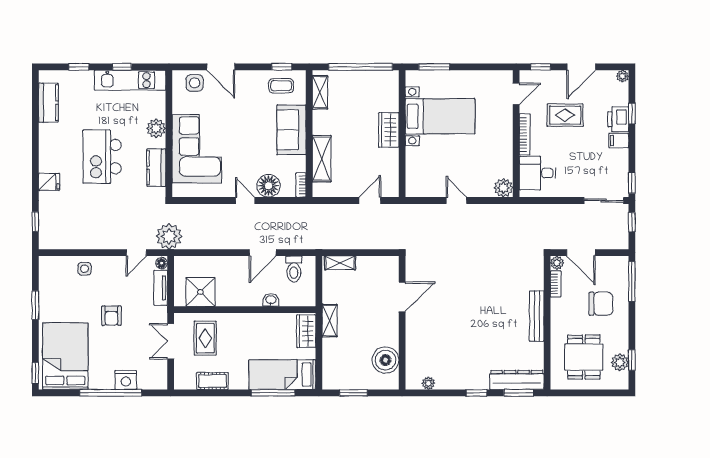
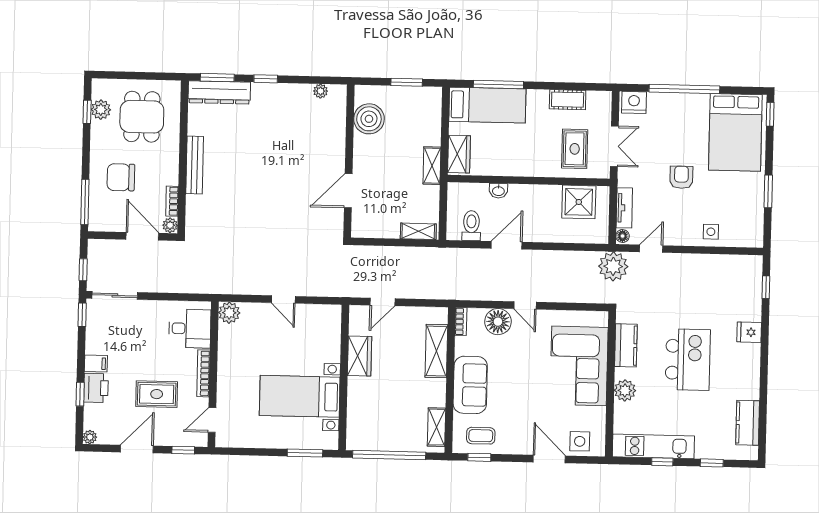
wardrobe: (389, 130) -> (360, 356), moved
nightstand: (126, 380) -> (634, 102), moved

